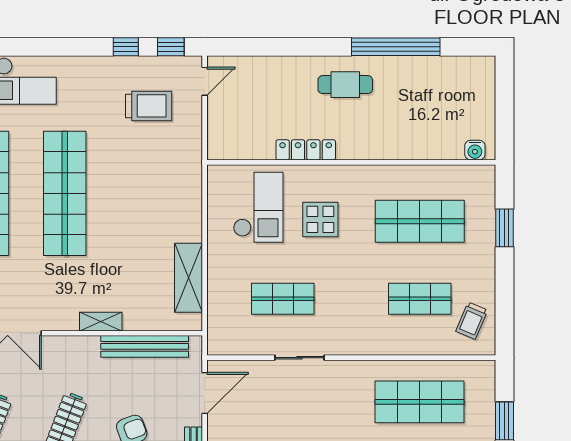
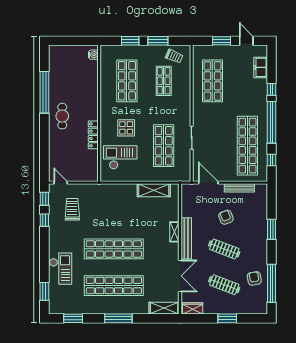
window: (504, 286) -> (158, 41), added
shop shelf: (283, 299) -> (164, 146), width x1.43, depth x1.36
bench: (145, 346) -> (186, 238), moved

